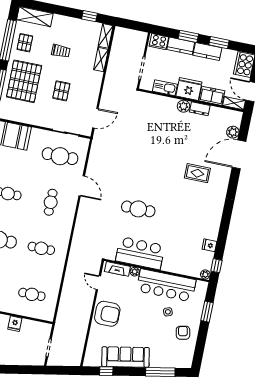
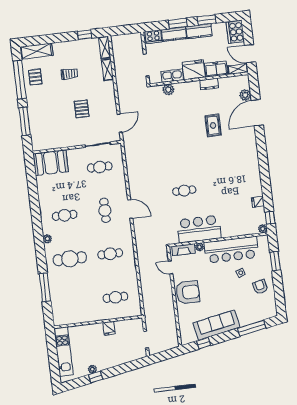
pallet: (24, 81) -> (46, 111), removed
plant: (183, 106) -> (168, 90), moved
cafe table: (60, 156) -> (100, 167), width x0.73, depth x0.74
rug: (197, 173) -> (213, 125), moved, turned 90
door: (82, 186) -> (130, 209), moved
cafe table: (138, 209) -> (184, 191), width x0.73, depth x0.74

